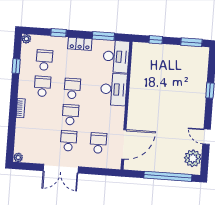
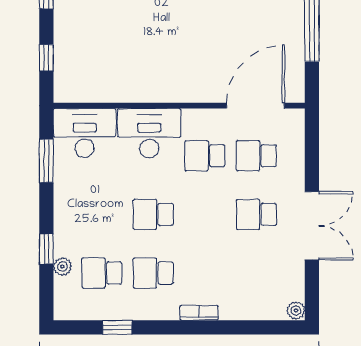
plant: (26, 39) -> (62, 267), moved
locker: (80, 44) -> (65, 206), removed
school desk: (70, 115) -> (205, 156), moved
door: (124, 144) -> (255, 106), hinge flipped

